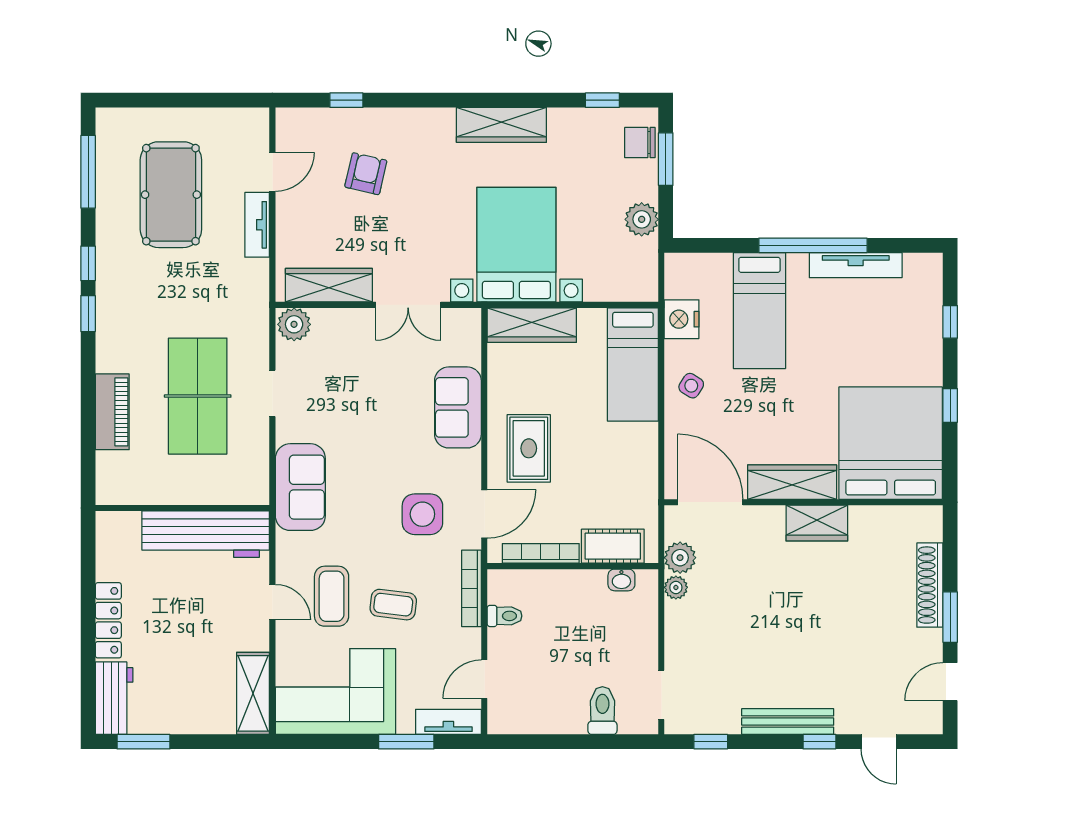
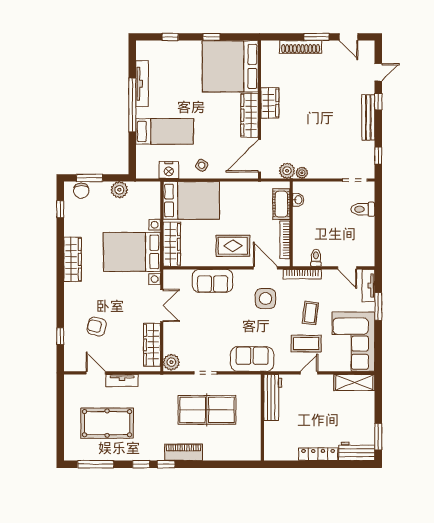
bed: (633, 364) -> (191, 200), width x1.50
piano: (112, 412) -> (183, 452), moved
workbench: (206, 534) -> (273, 398), width x0.73, depth x0.76

